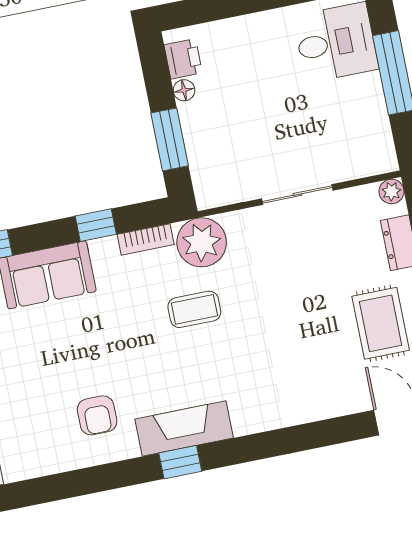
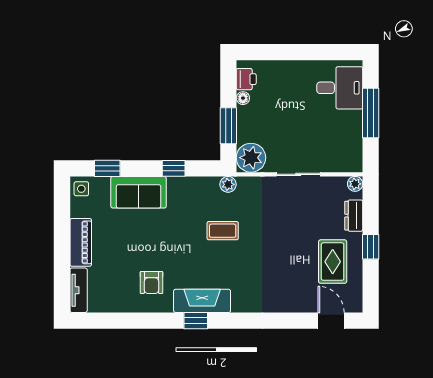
plant: (216, 183) -> (251, 158), added
bookcase: (146, 239) -> (202, 183), removed
plant: (202, 242) -> (228, 184), width x0.53, depth x0.53

